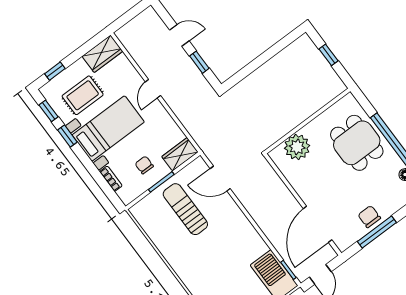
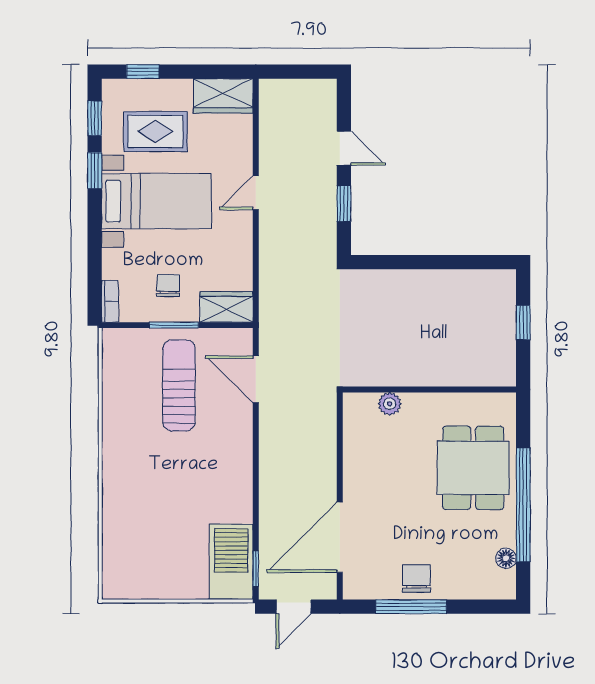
plant: (297, 147) -> (390, 404), width x0.53, depth x0.53
bookcase: (111, 179) -> (110, 301), moved

